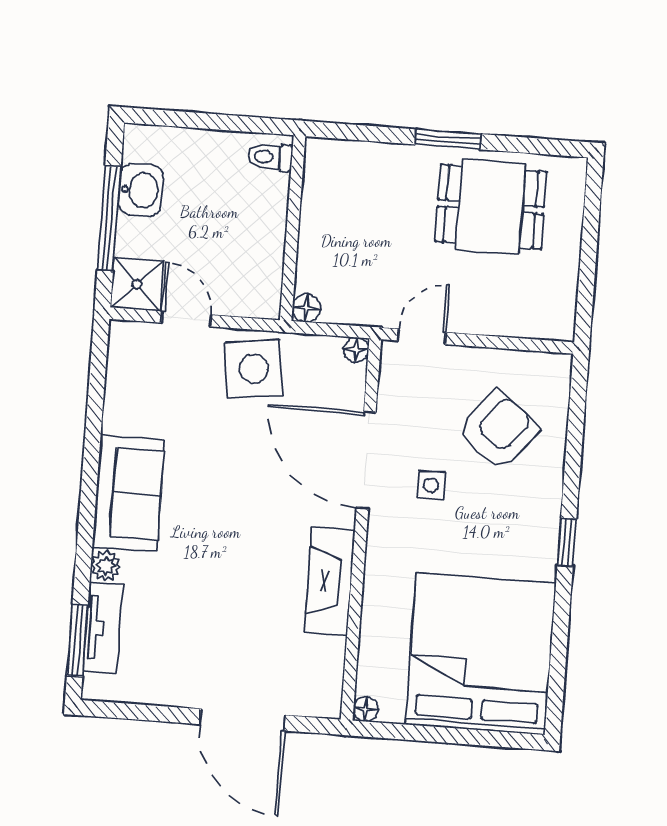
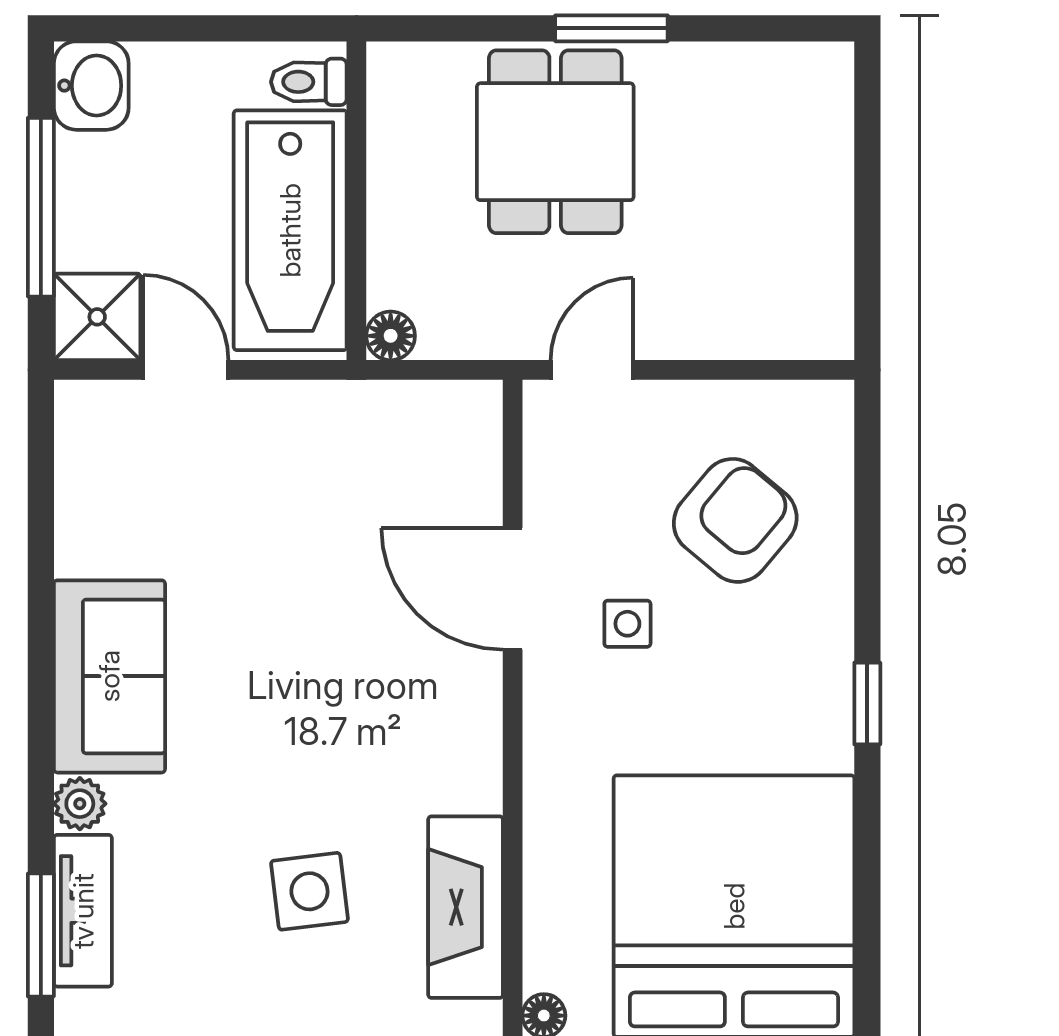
washbasin: (141, 190) -> (91, 86), moved
dining table: (491, 207) -> (555, 142), moved, turned 90
bathtub: (253, 242) -> (290, 230), added
floor lamp: (356, 350) -> (481, 401), removed
side table: (254, 368) -> (309, 891), moved, width x0.73, depth x0.73
door: (366, 460) -> (513, 589), width x0.73
fireplace: (330, 581) -> (466, 907), moved

